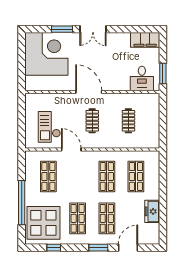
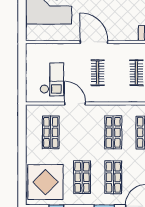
checkout: (49, 127) -> (52, 79), turned 180
window: (22, 203) -> (22, 160), removed

